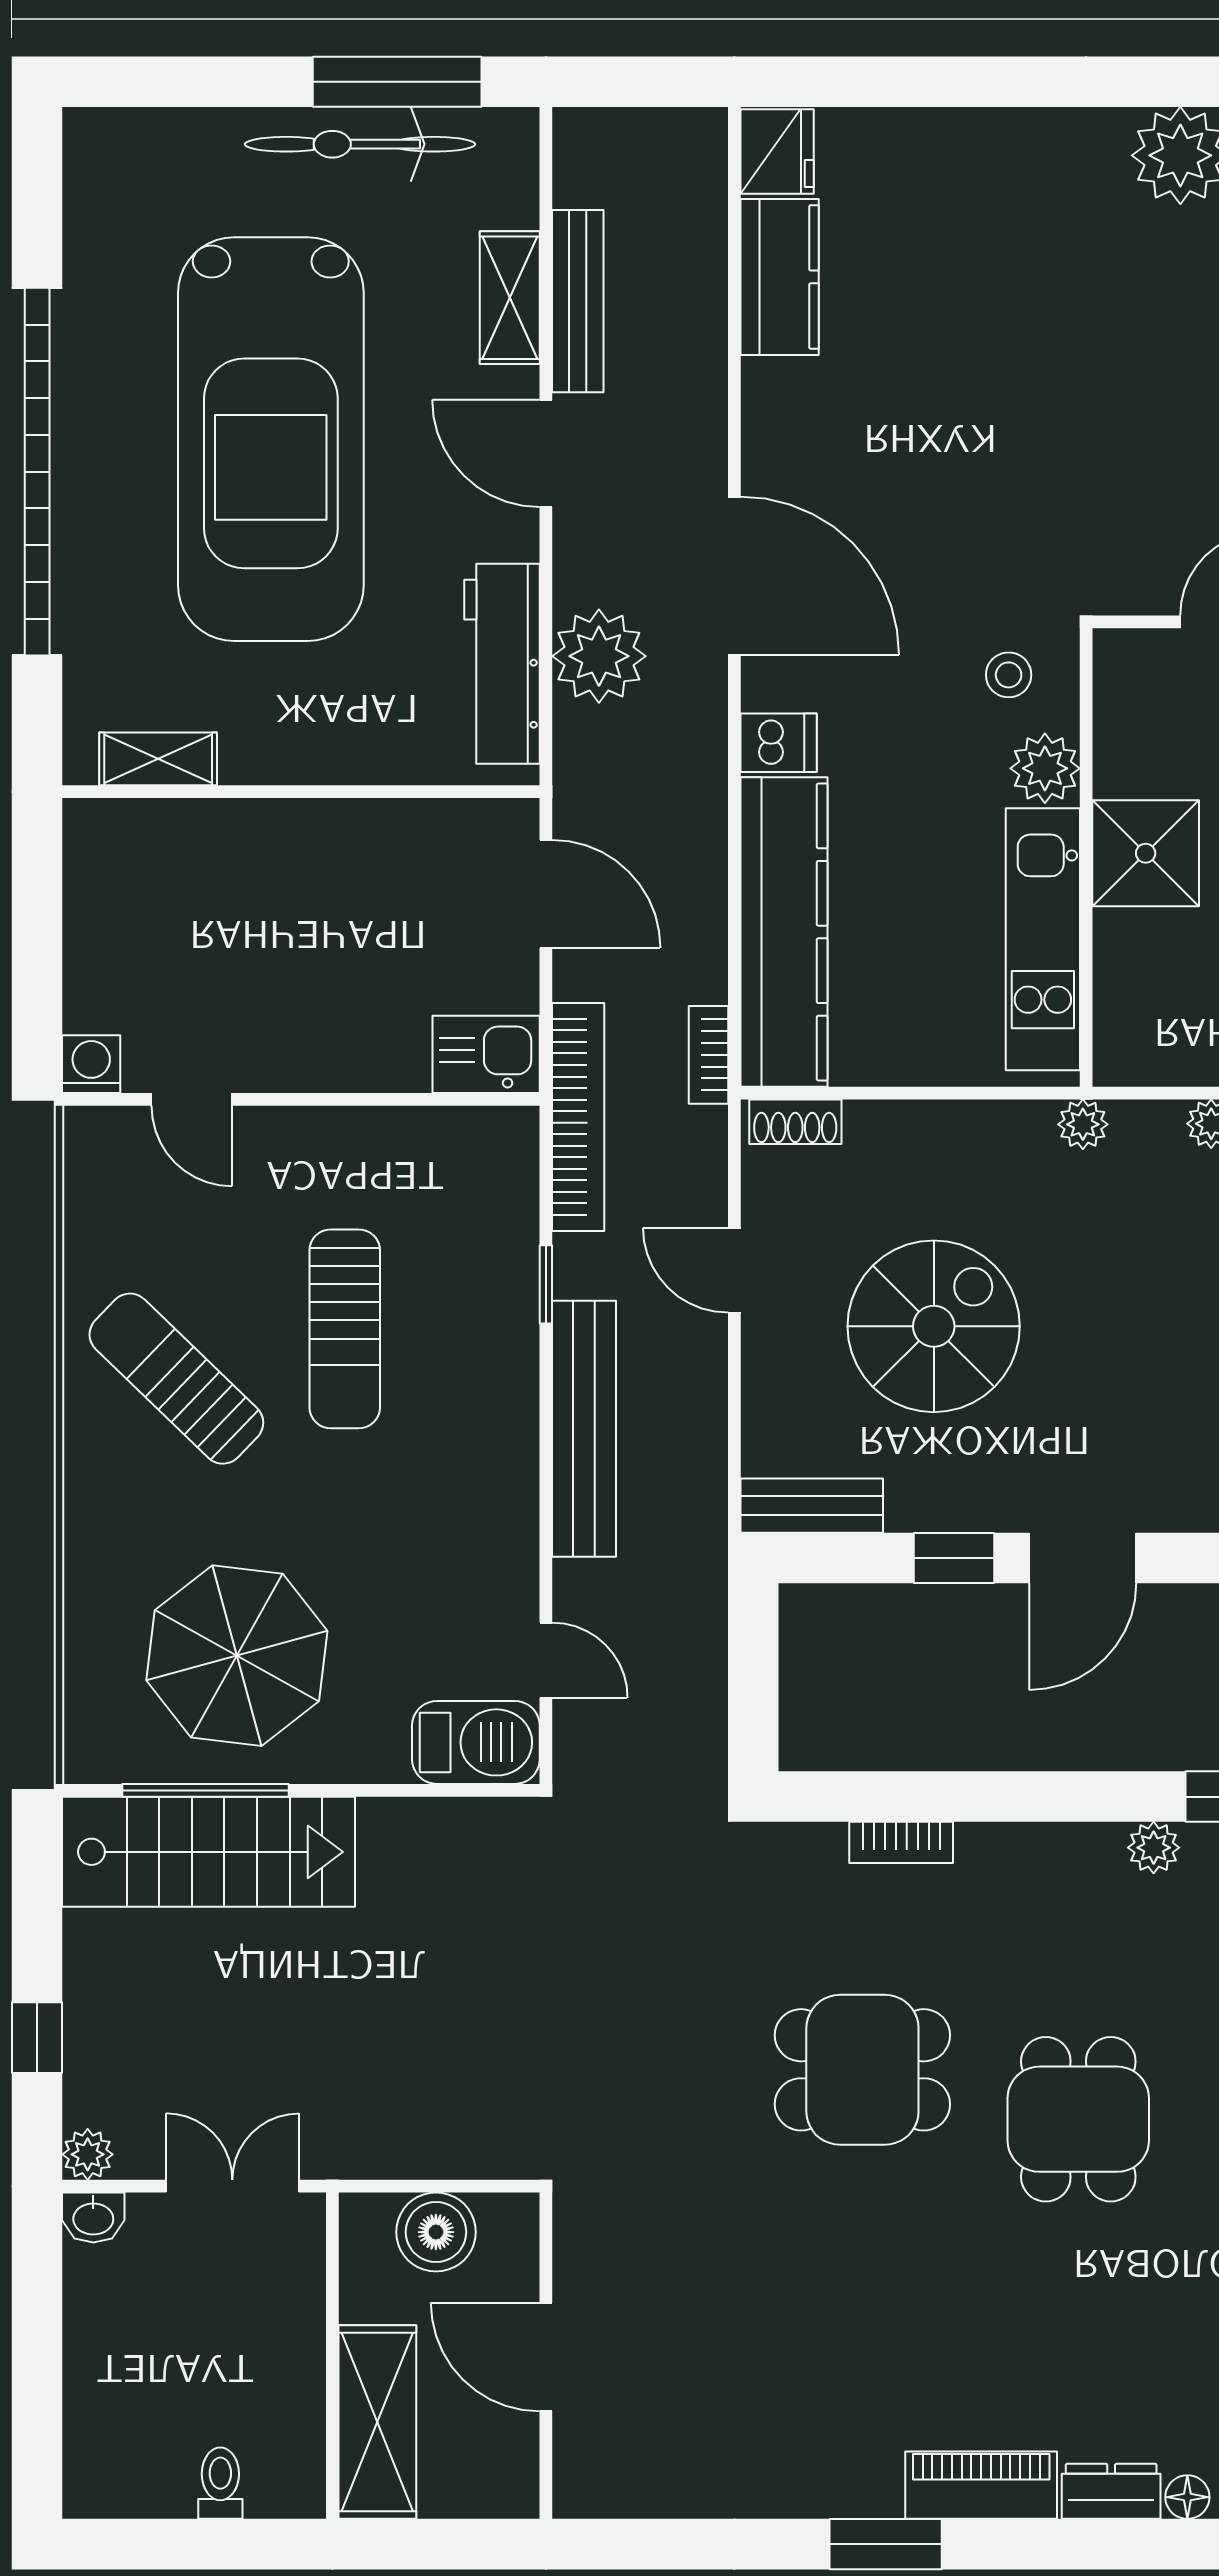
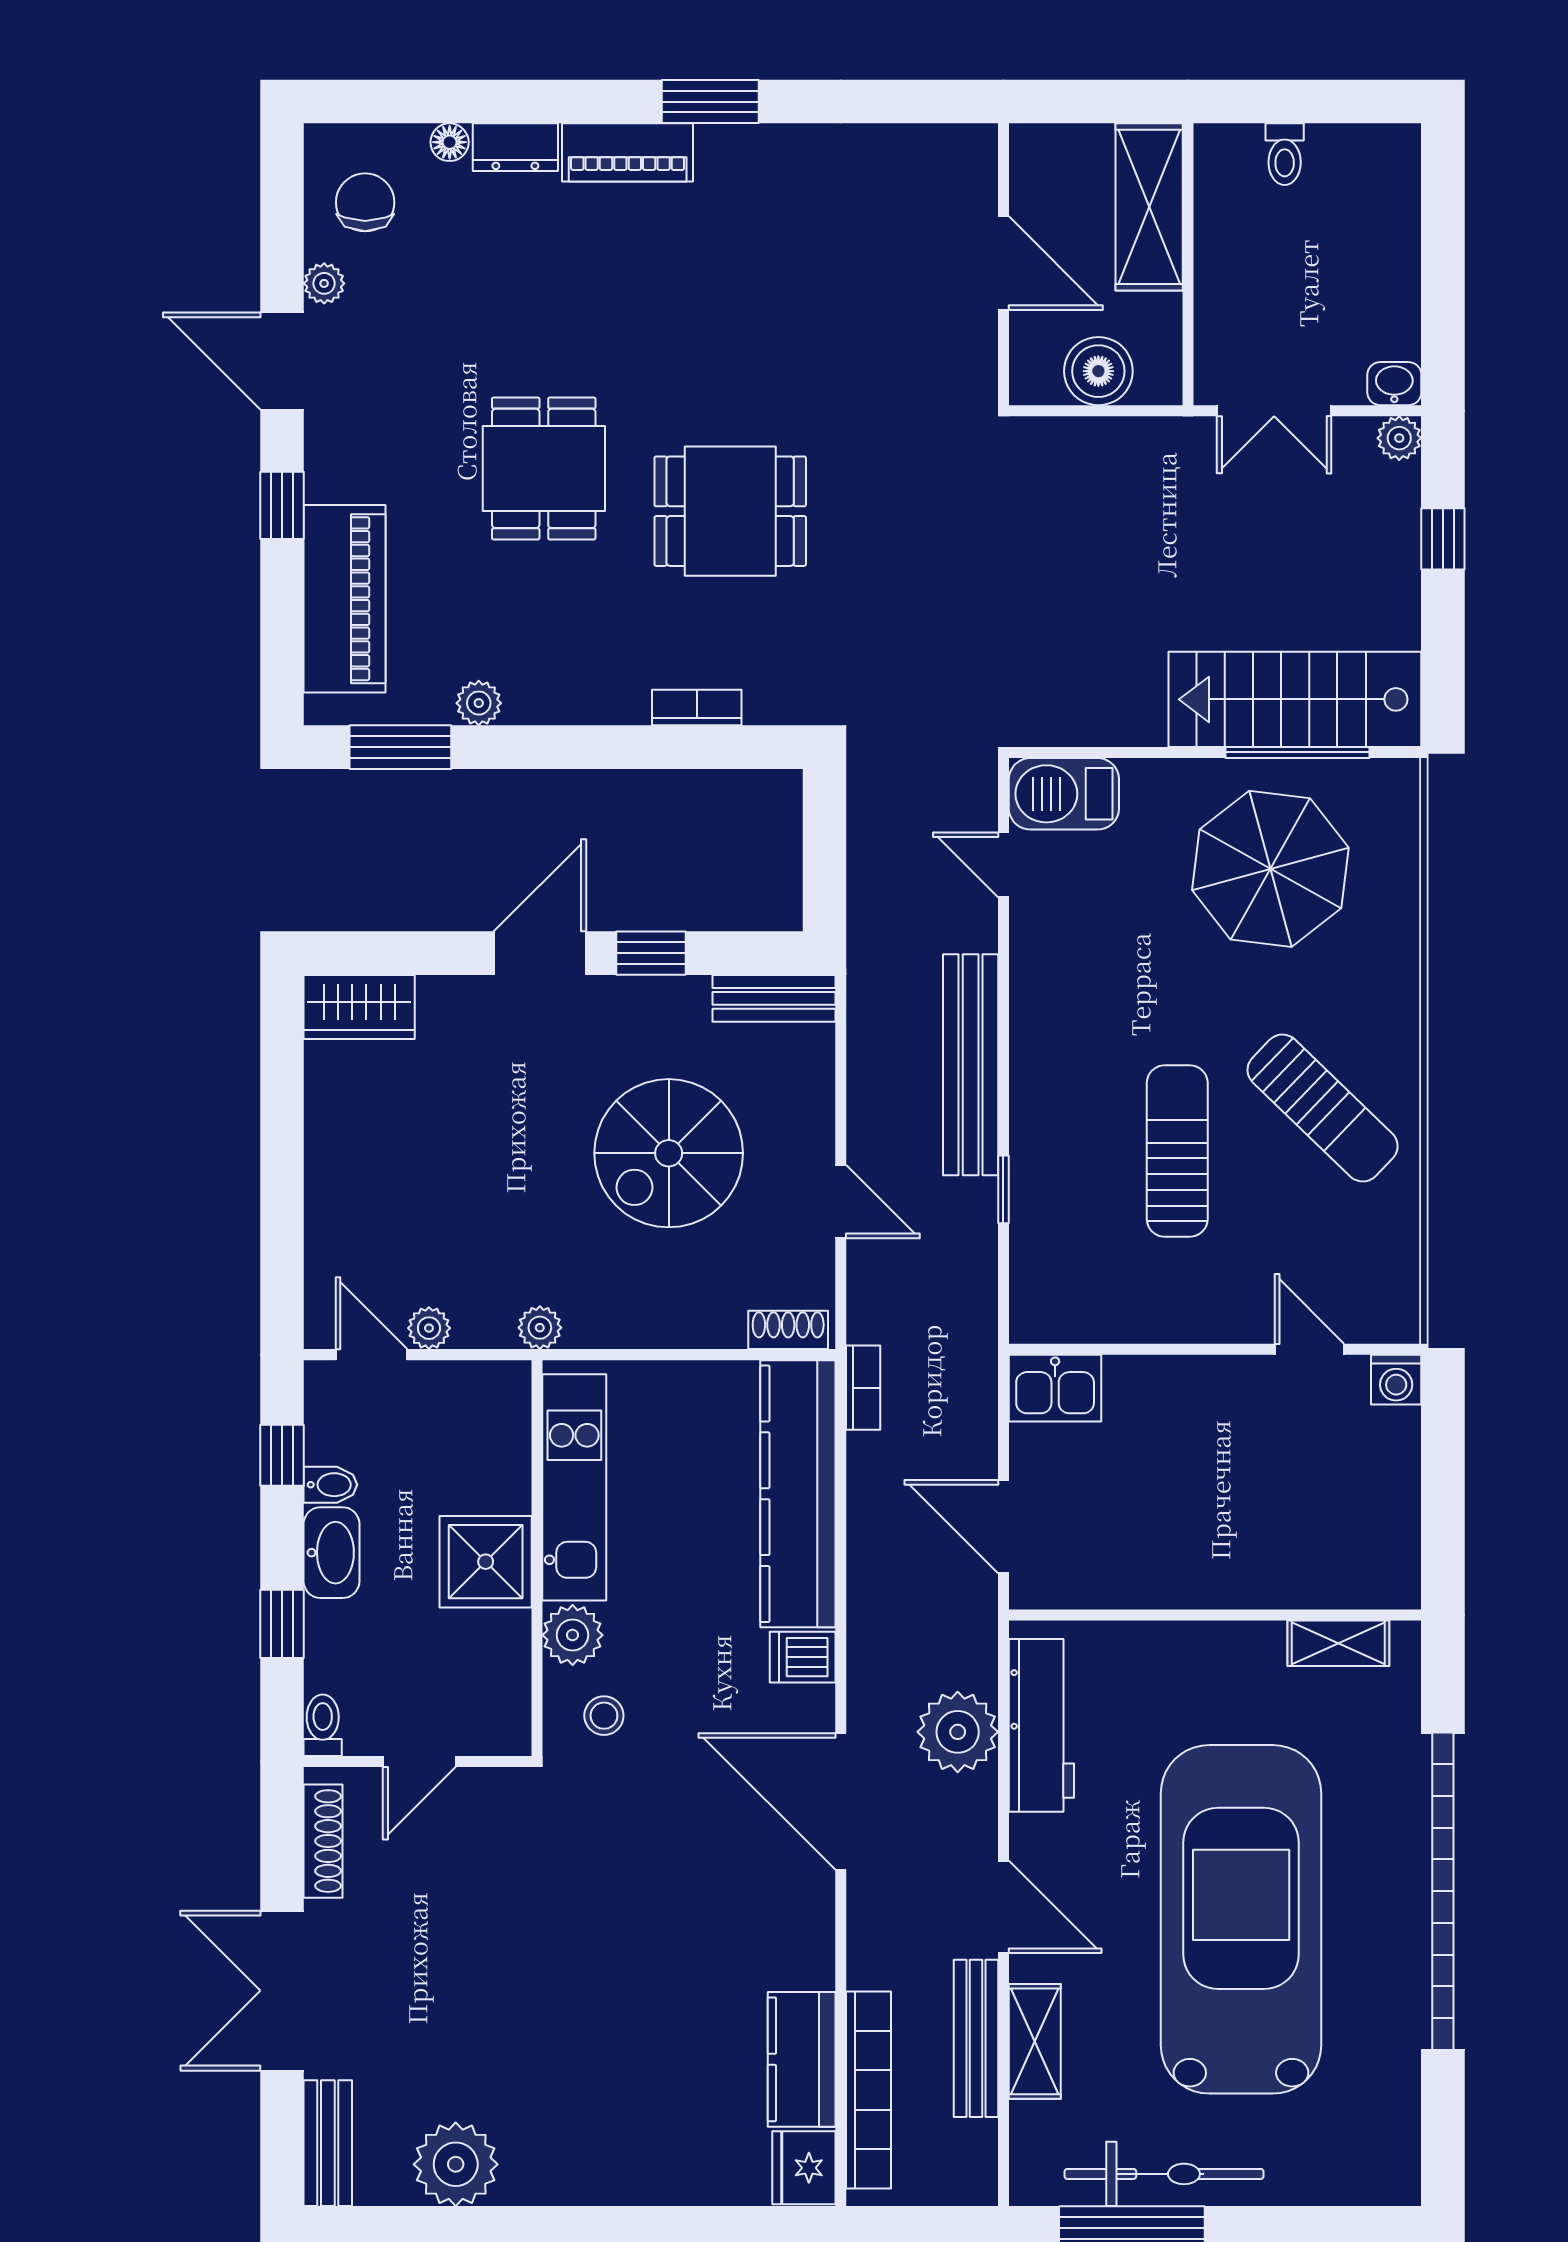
bookcase: (578, 1117) -> (869, 2090), moved, turned 180

